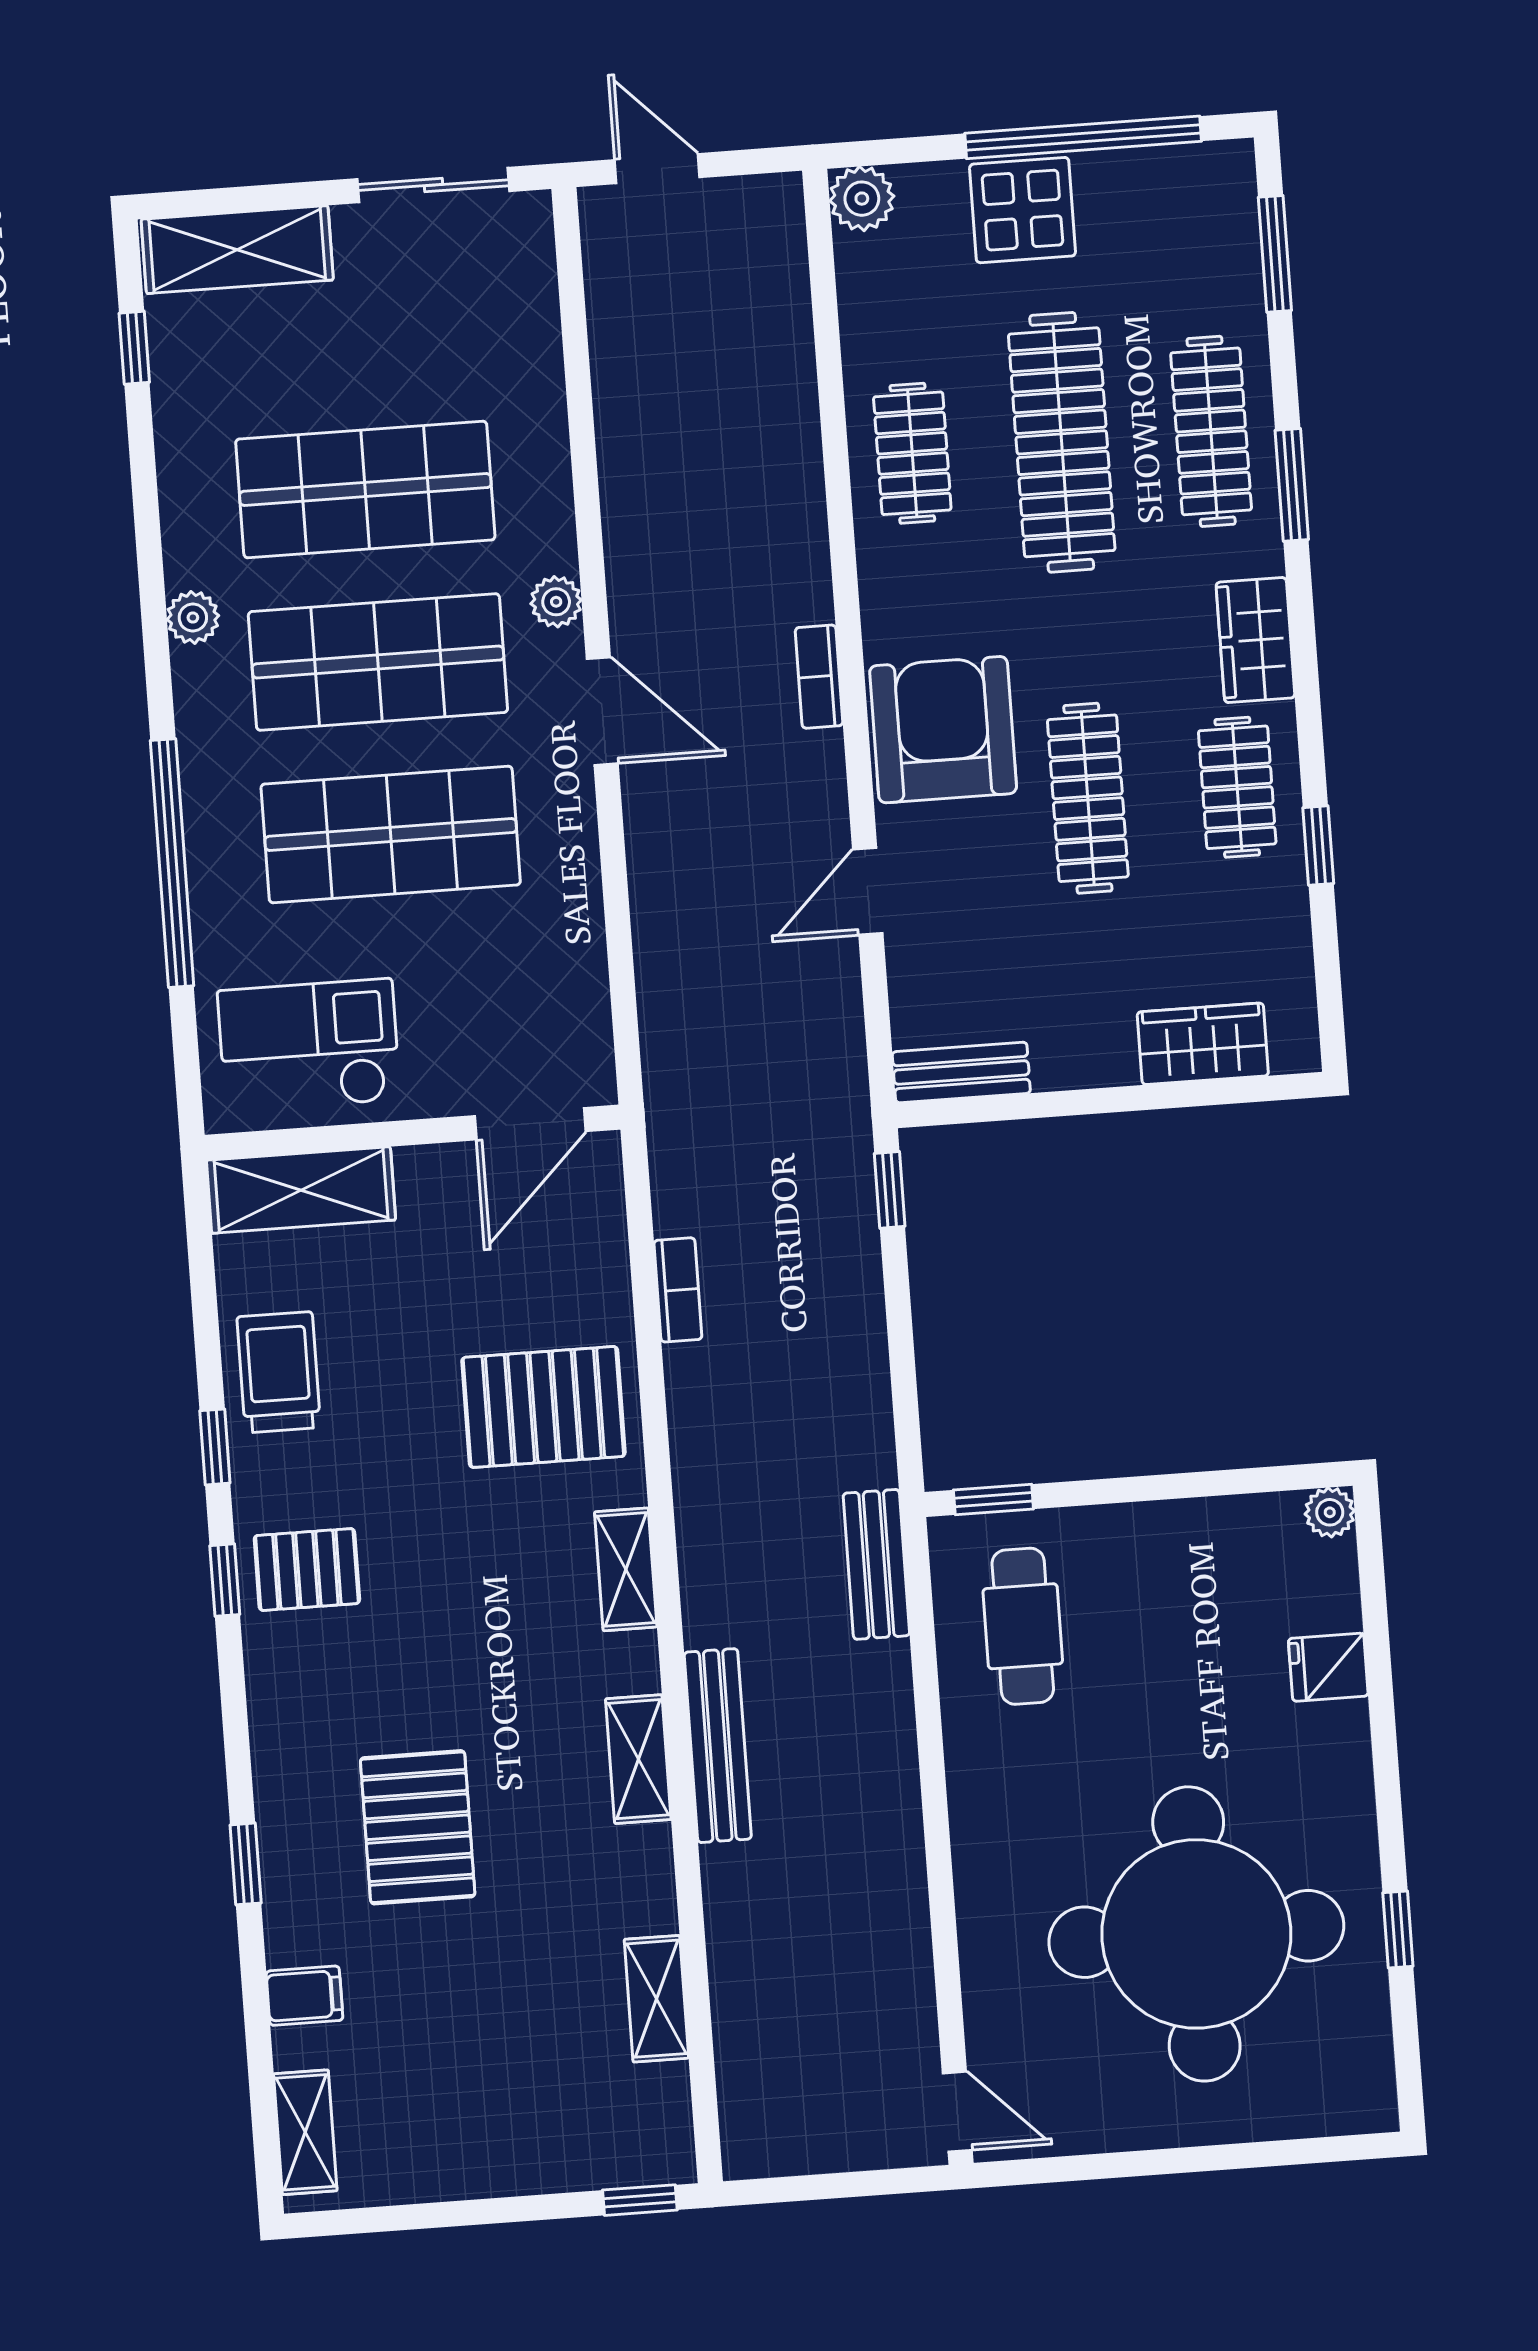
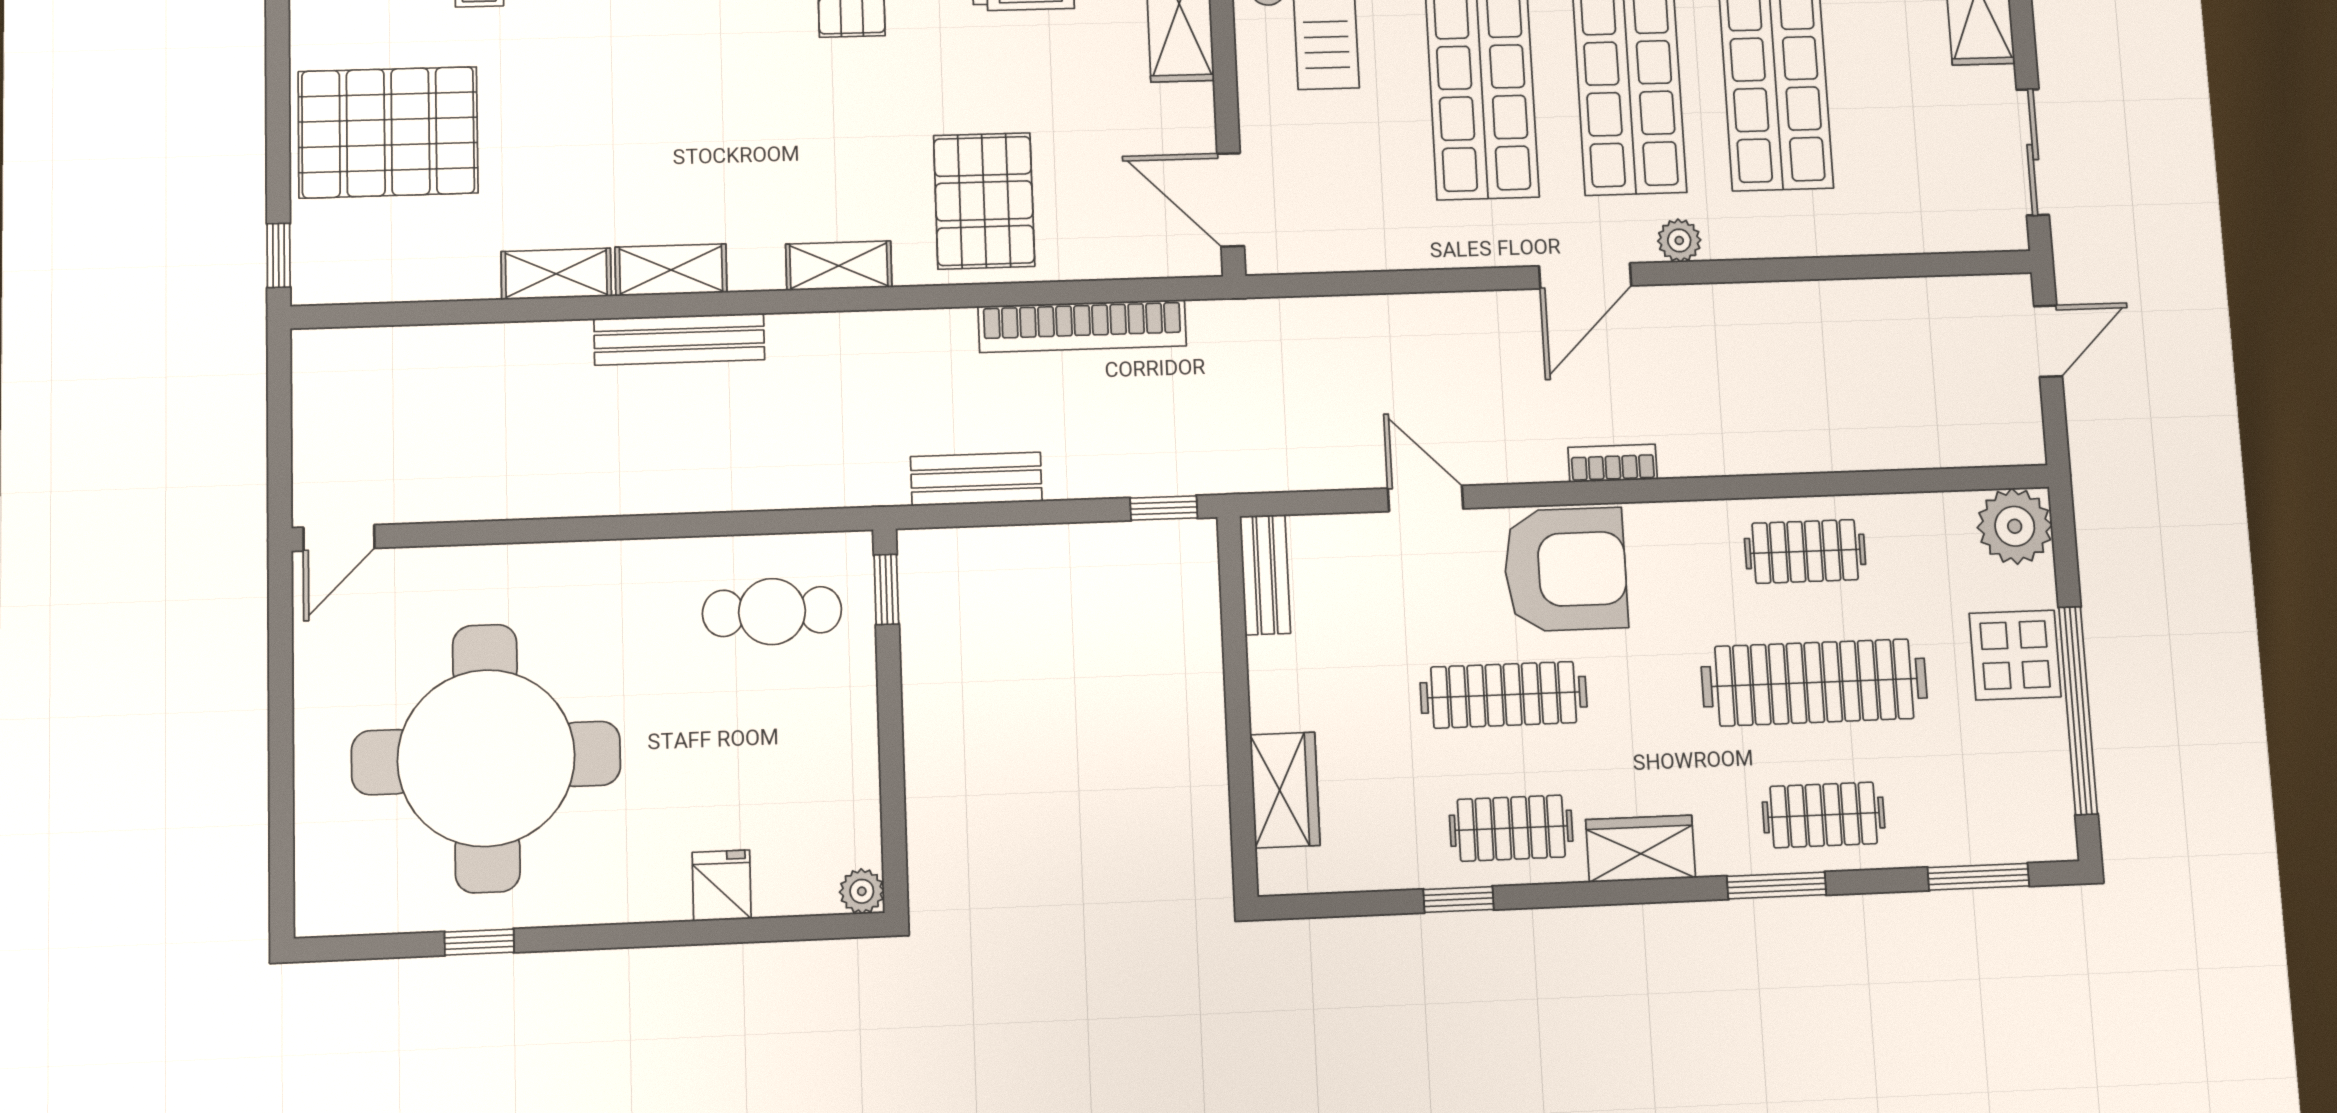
plant: (862, 199) -> (2015, 526), width x1.36, depth x1.36
clothes rail: (1211, 431) -> (1824, 815), width x0.73
bookcase: (678, 1290) -> (1082, 326), width x2.31, depth x1.31
bench: (876, 1564) -> (976, 479), moved
pallet: (418, 1827) -> (388, 132), moved, width x1.37, depth x1.41
shelving: (656, 1999) -> (556, 274), moved

